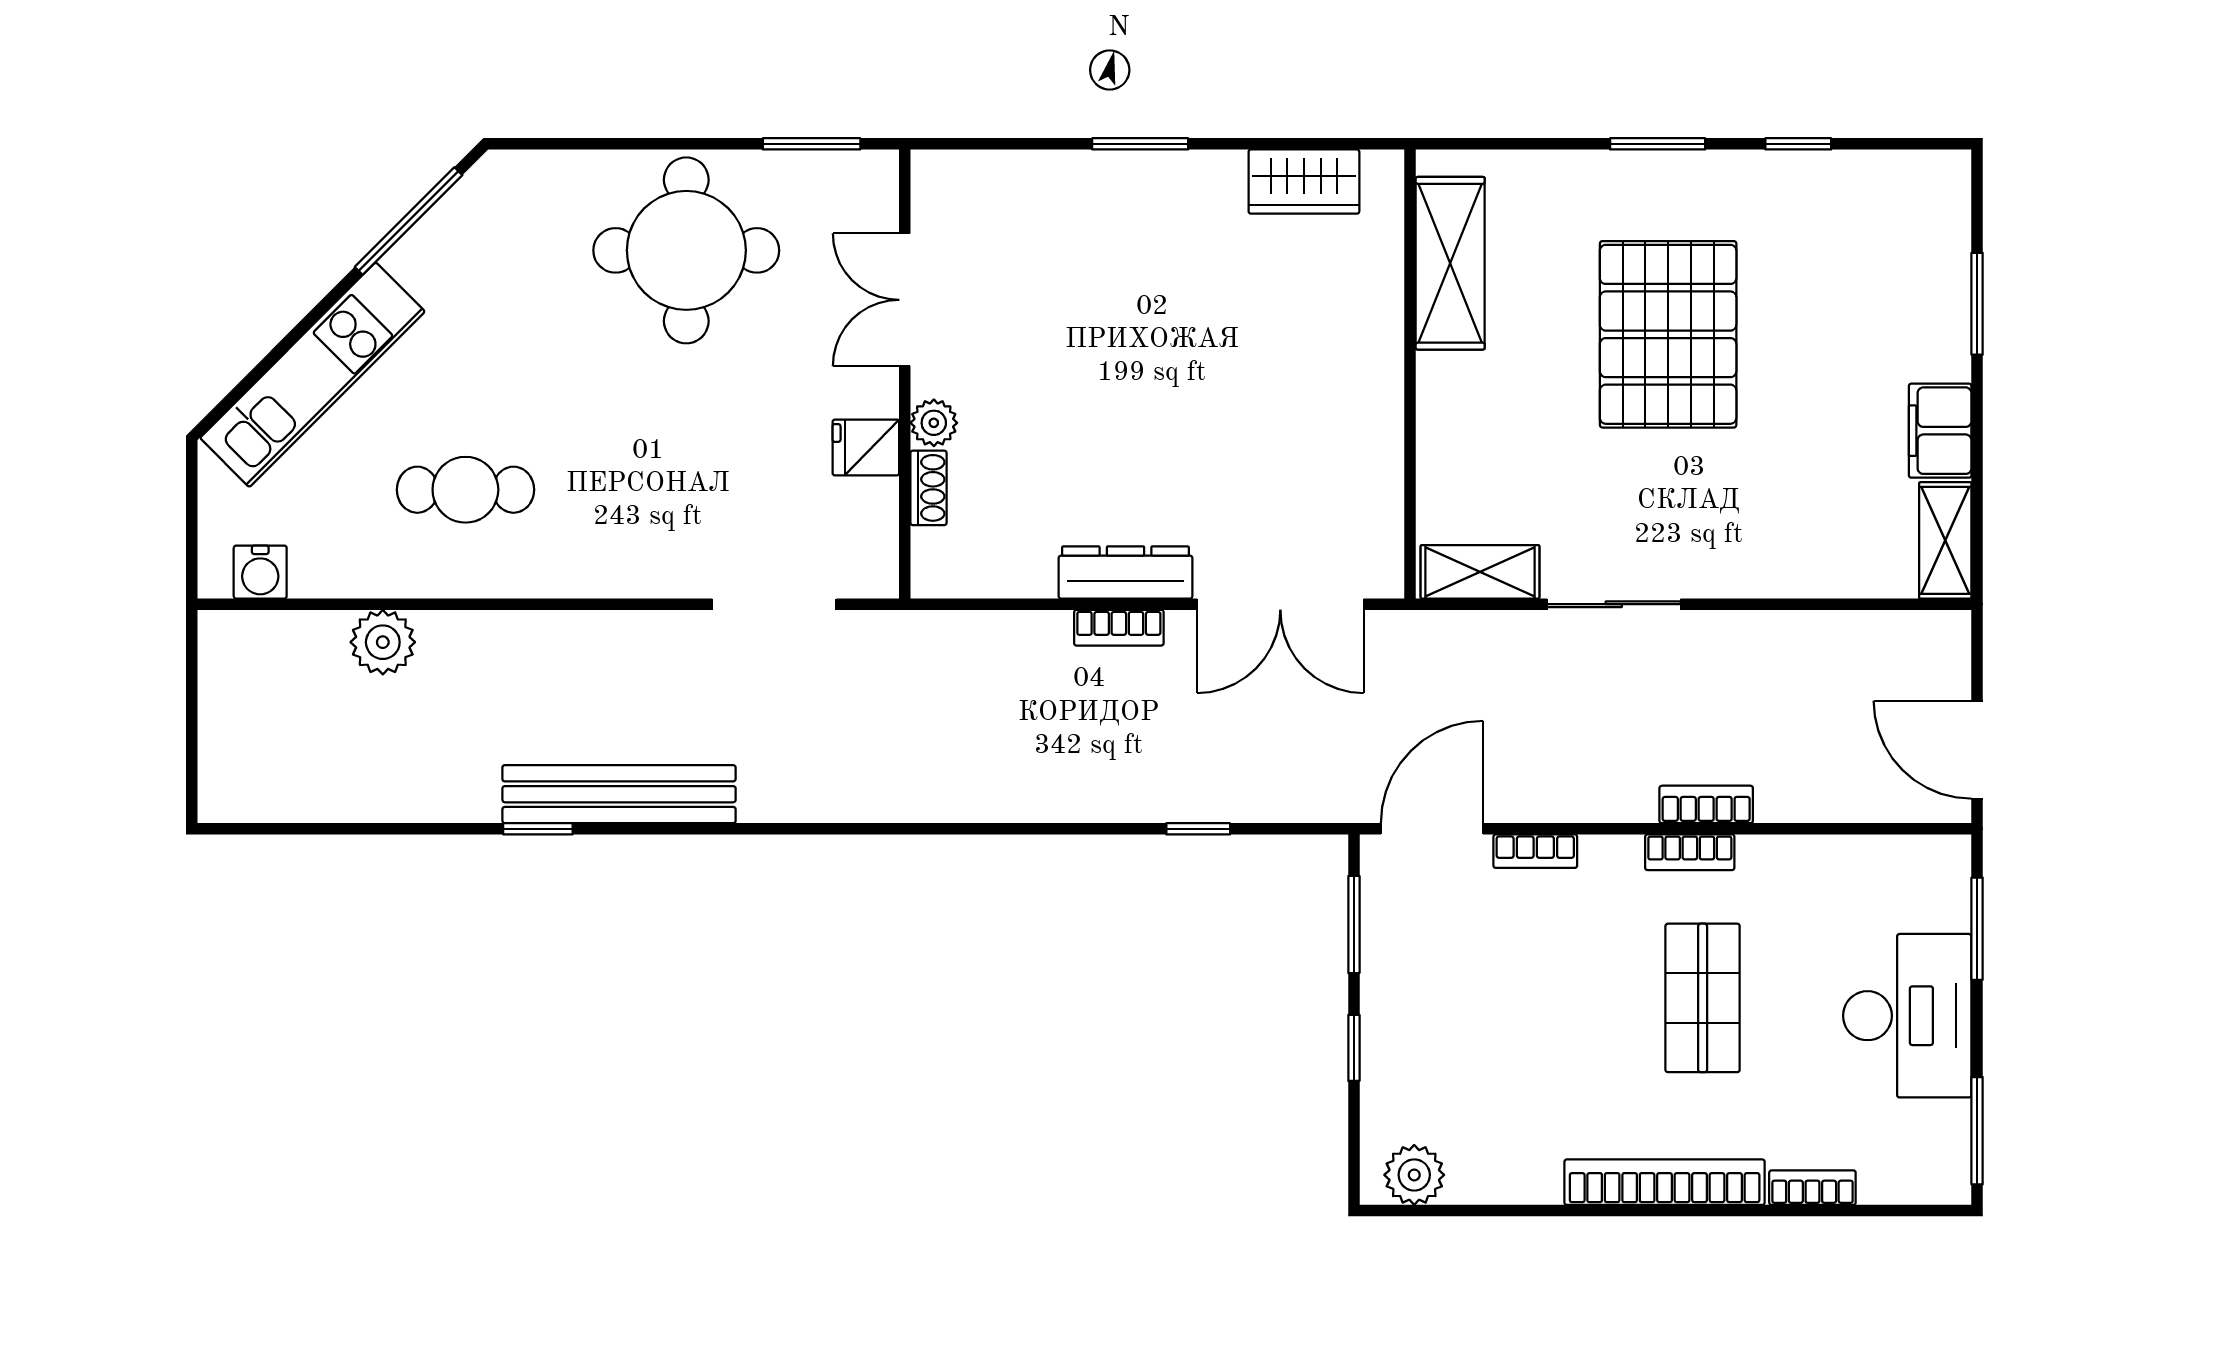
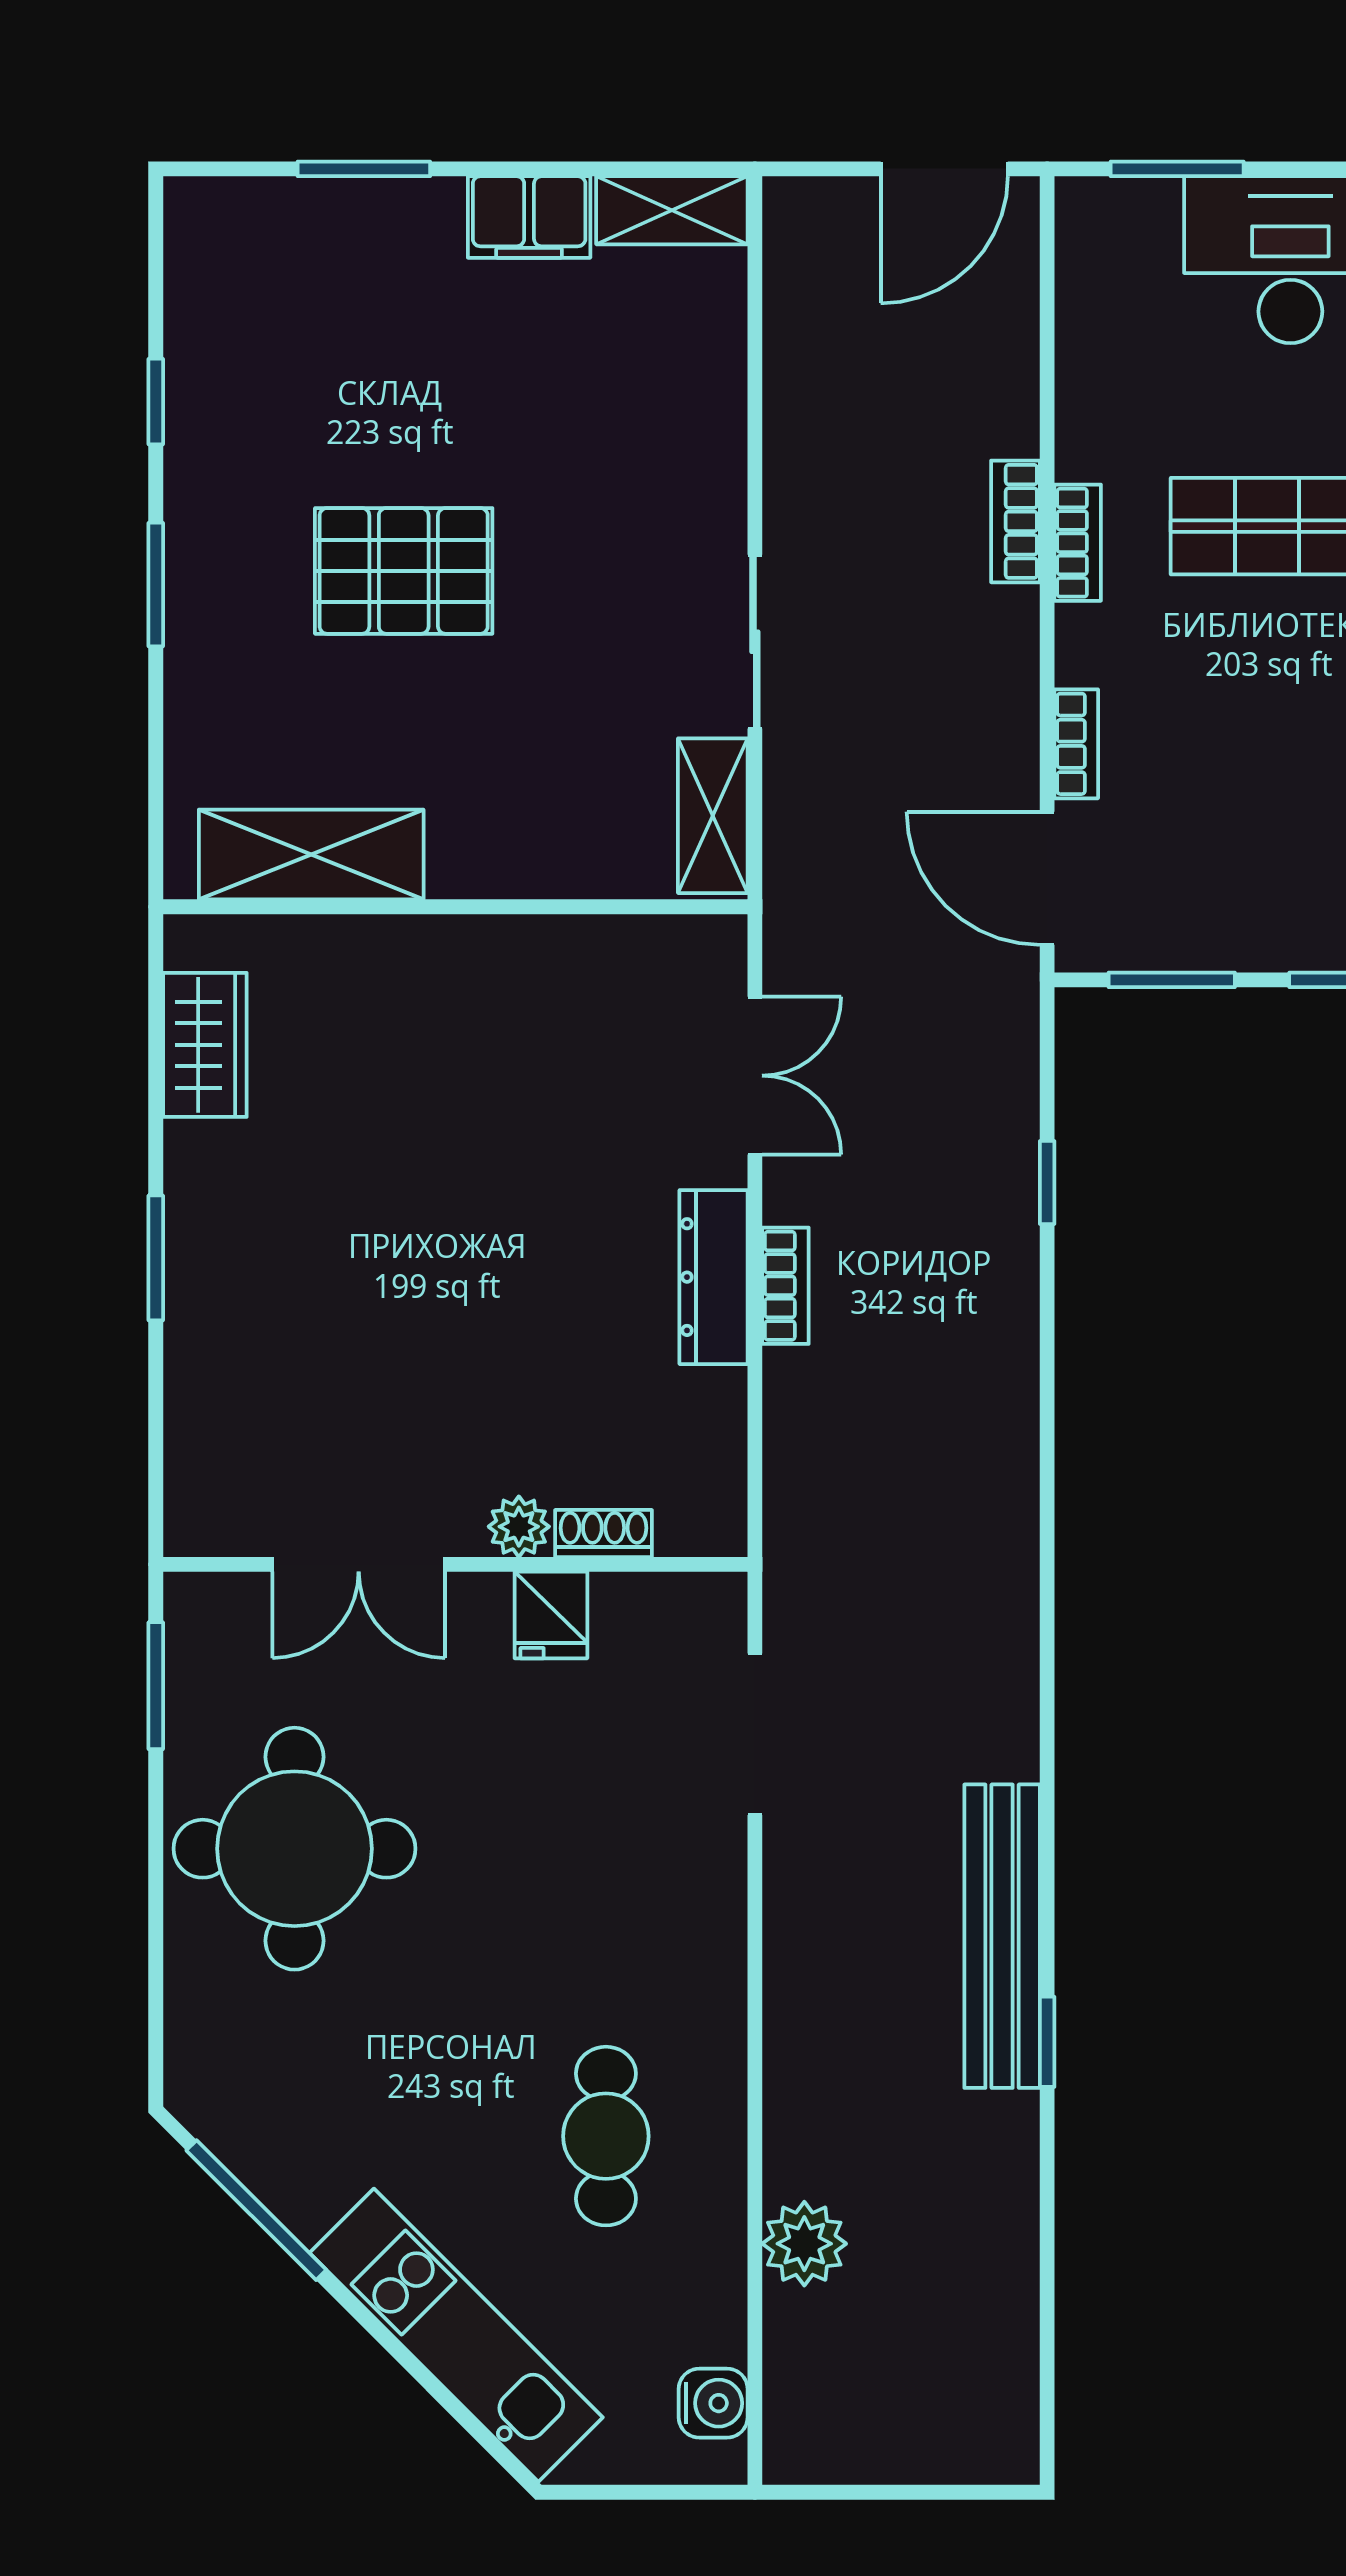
pallet: (1668, 334) -> (404, 571), width x0.73, depth x0.71
double door: (1280, 604) -> (755, 1076), width x0.73

